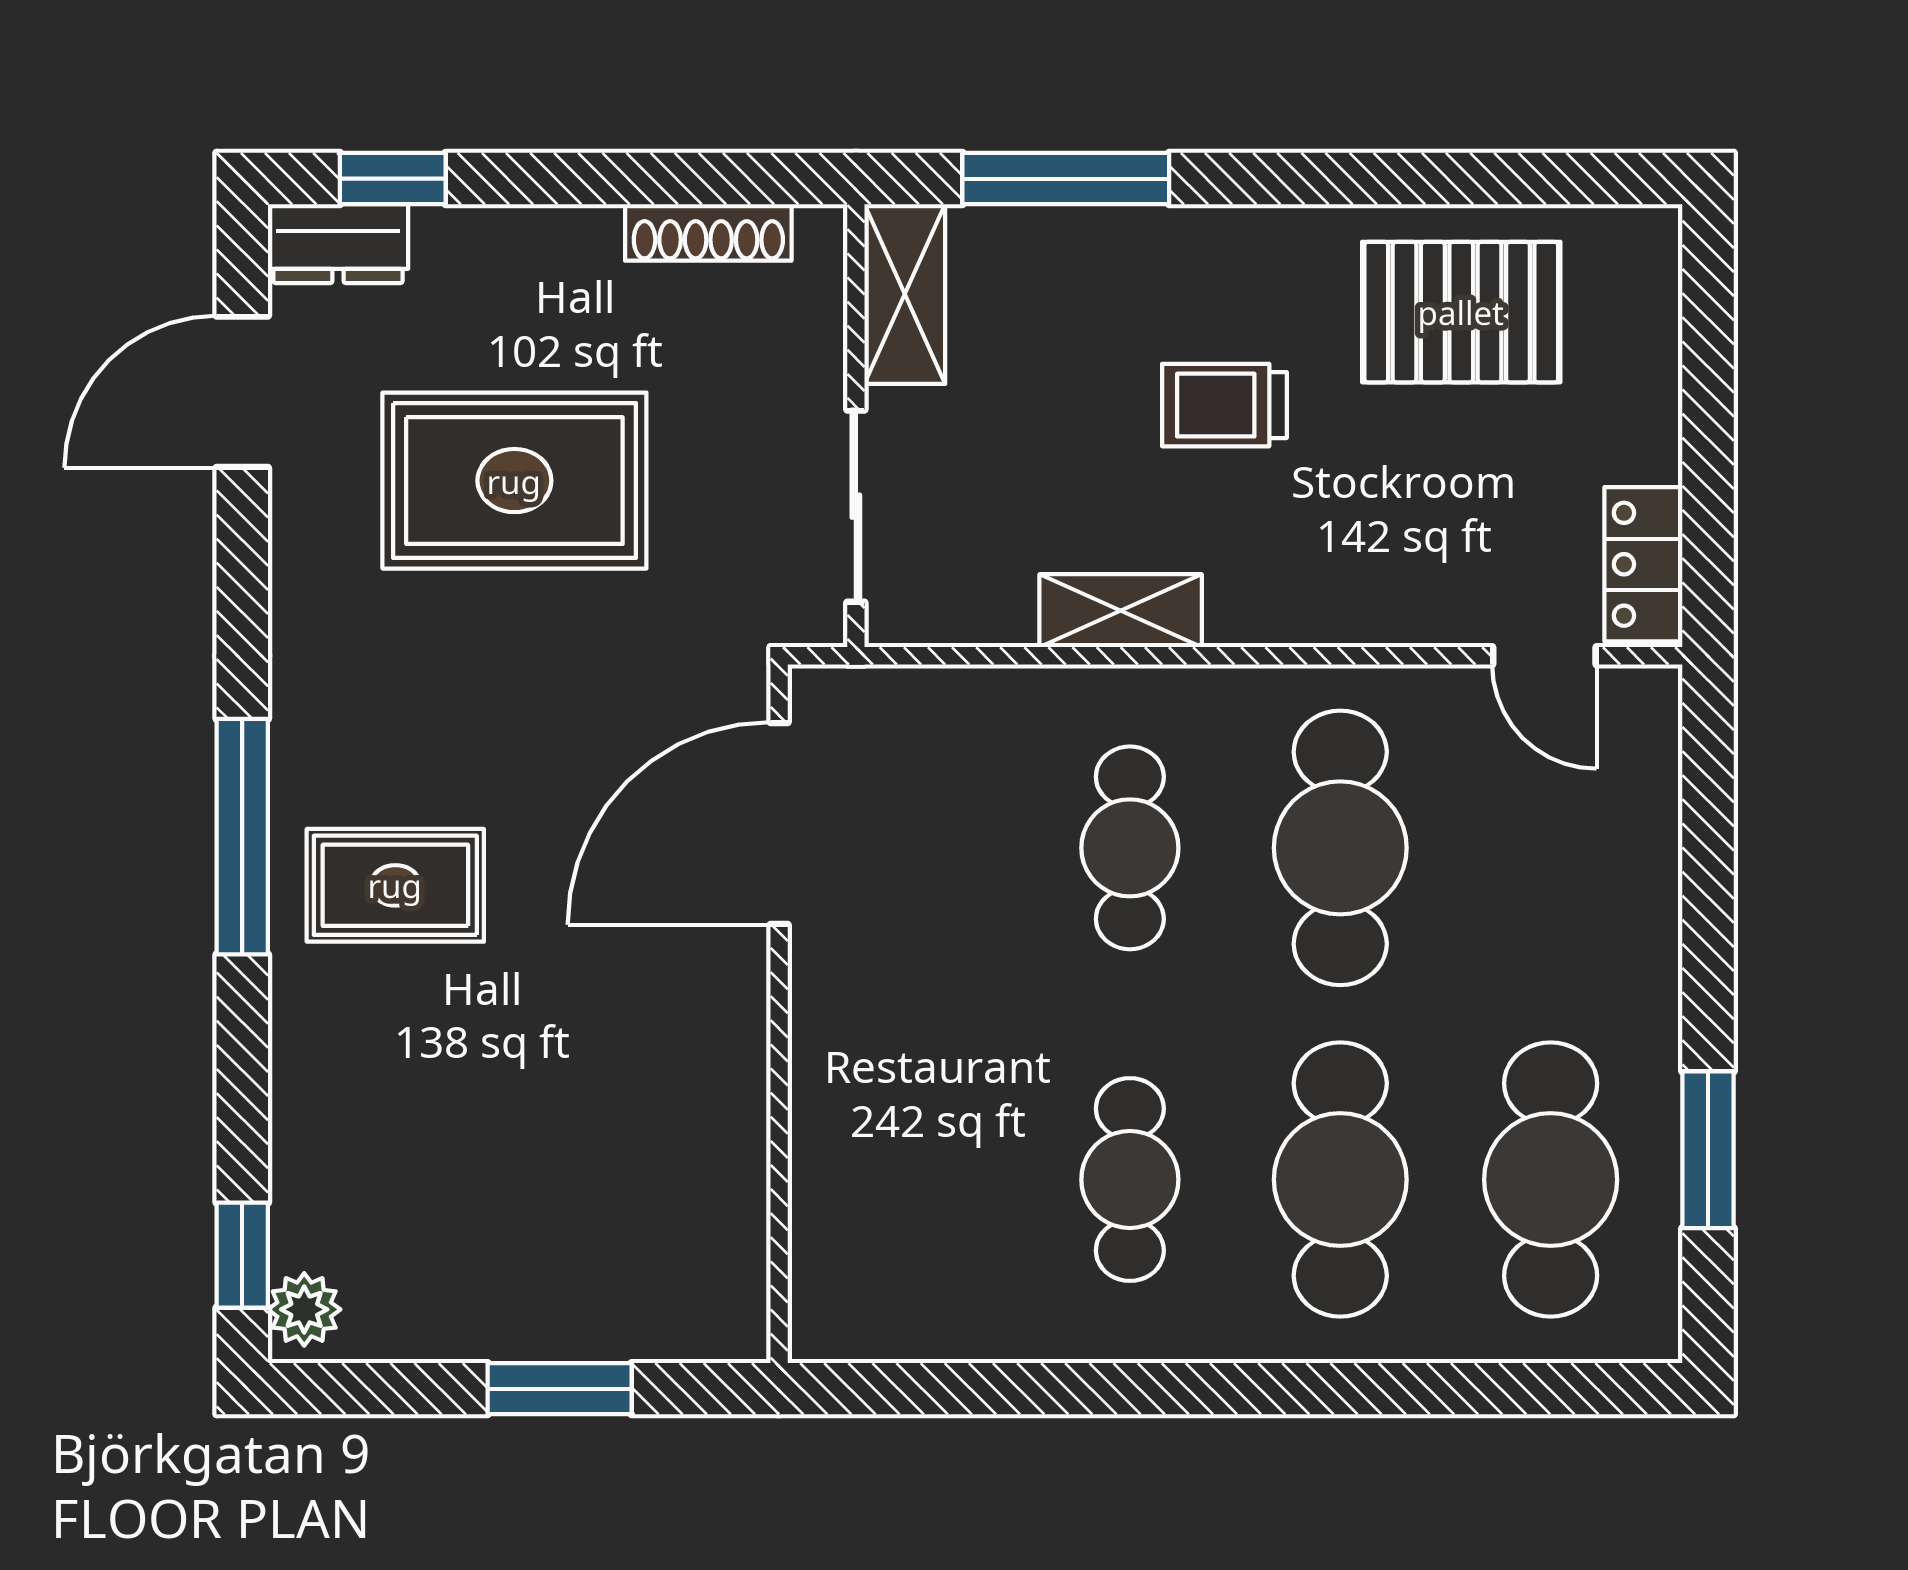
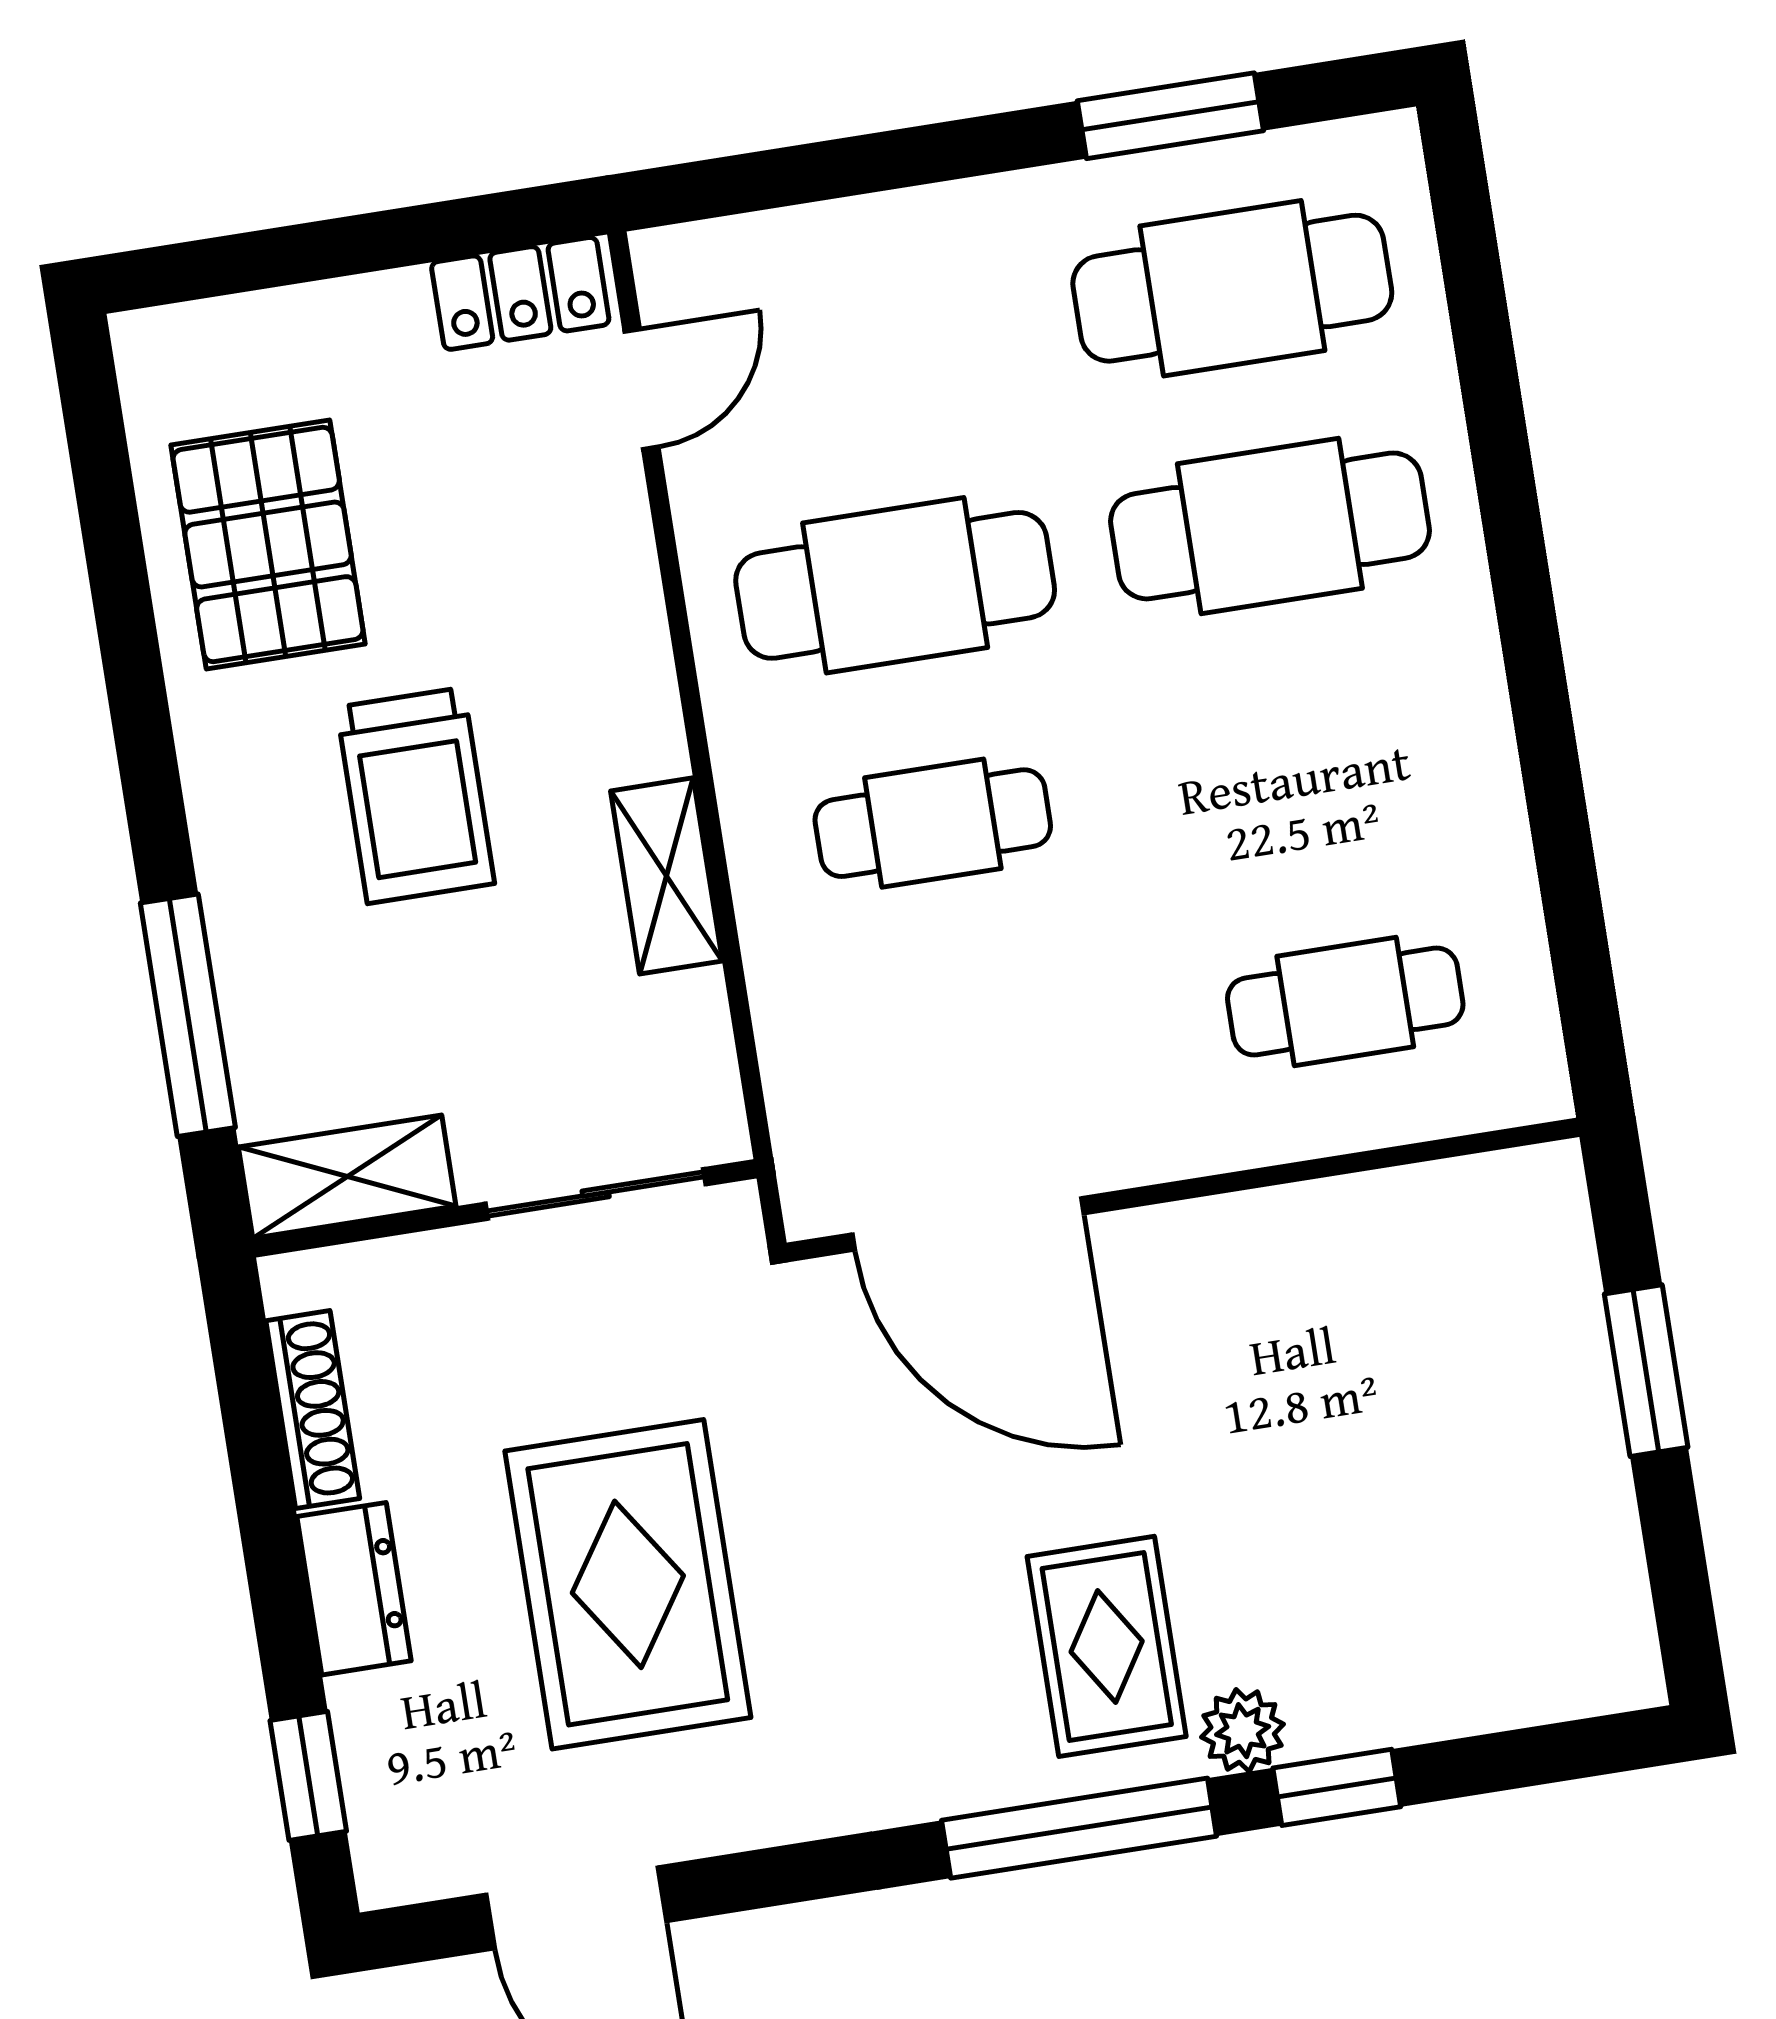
dresser: (338, 244) -> (354, 1589), moved
trolley: (1224, 405) -> (415, 795), width x1.36, depth x1.39
cafe table: (1130, 1180) -> (1345, 1002), moved
window: (242, 1255) -> (1337, 1787), moved
plant: (304, 1309) -> (1243, 1731), moved

